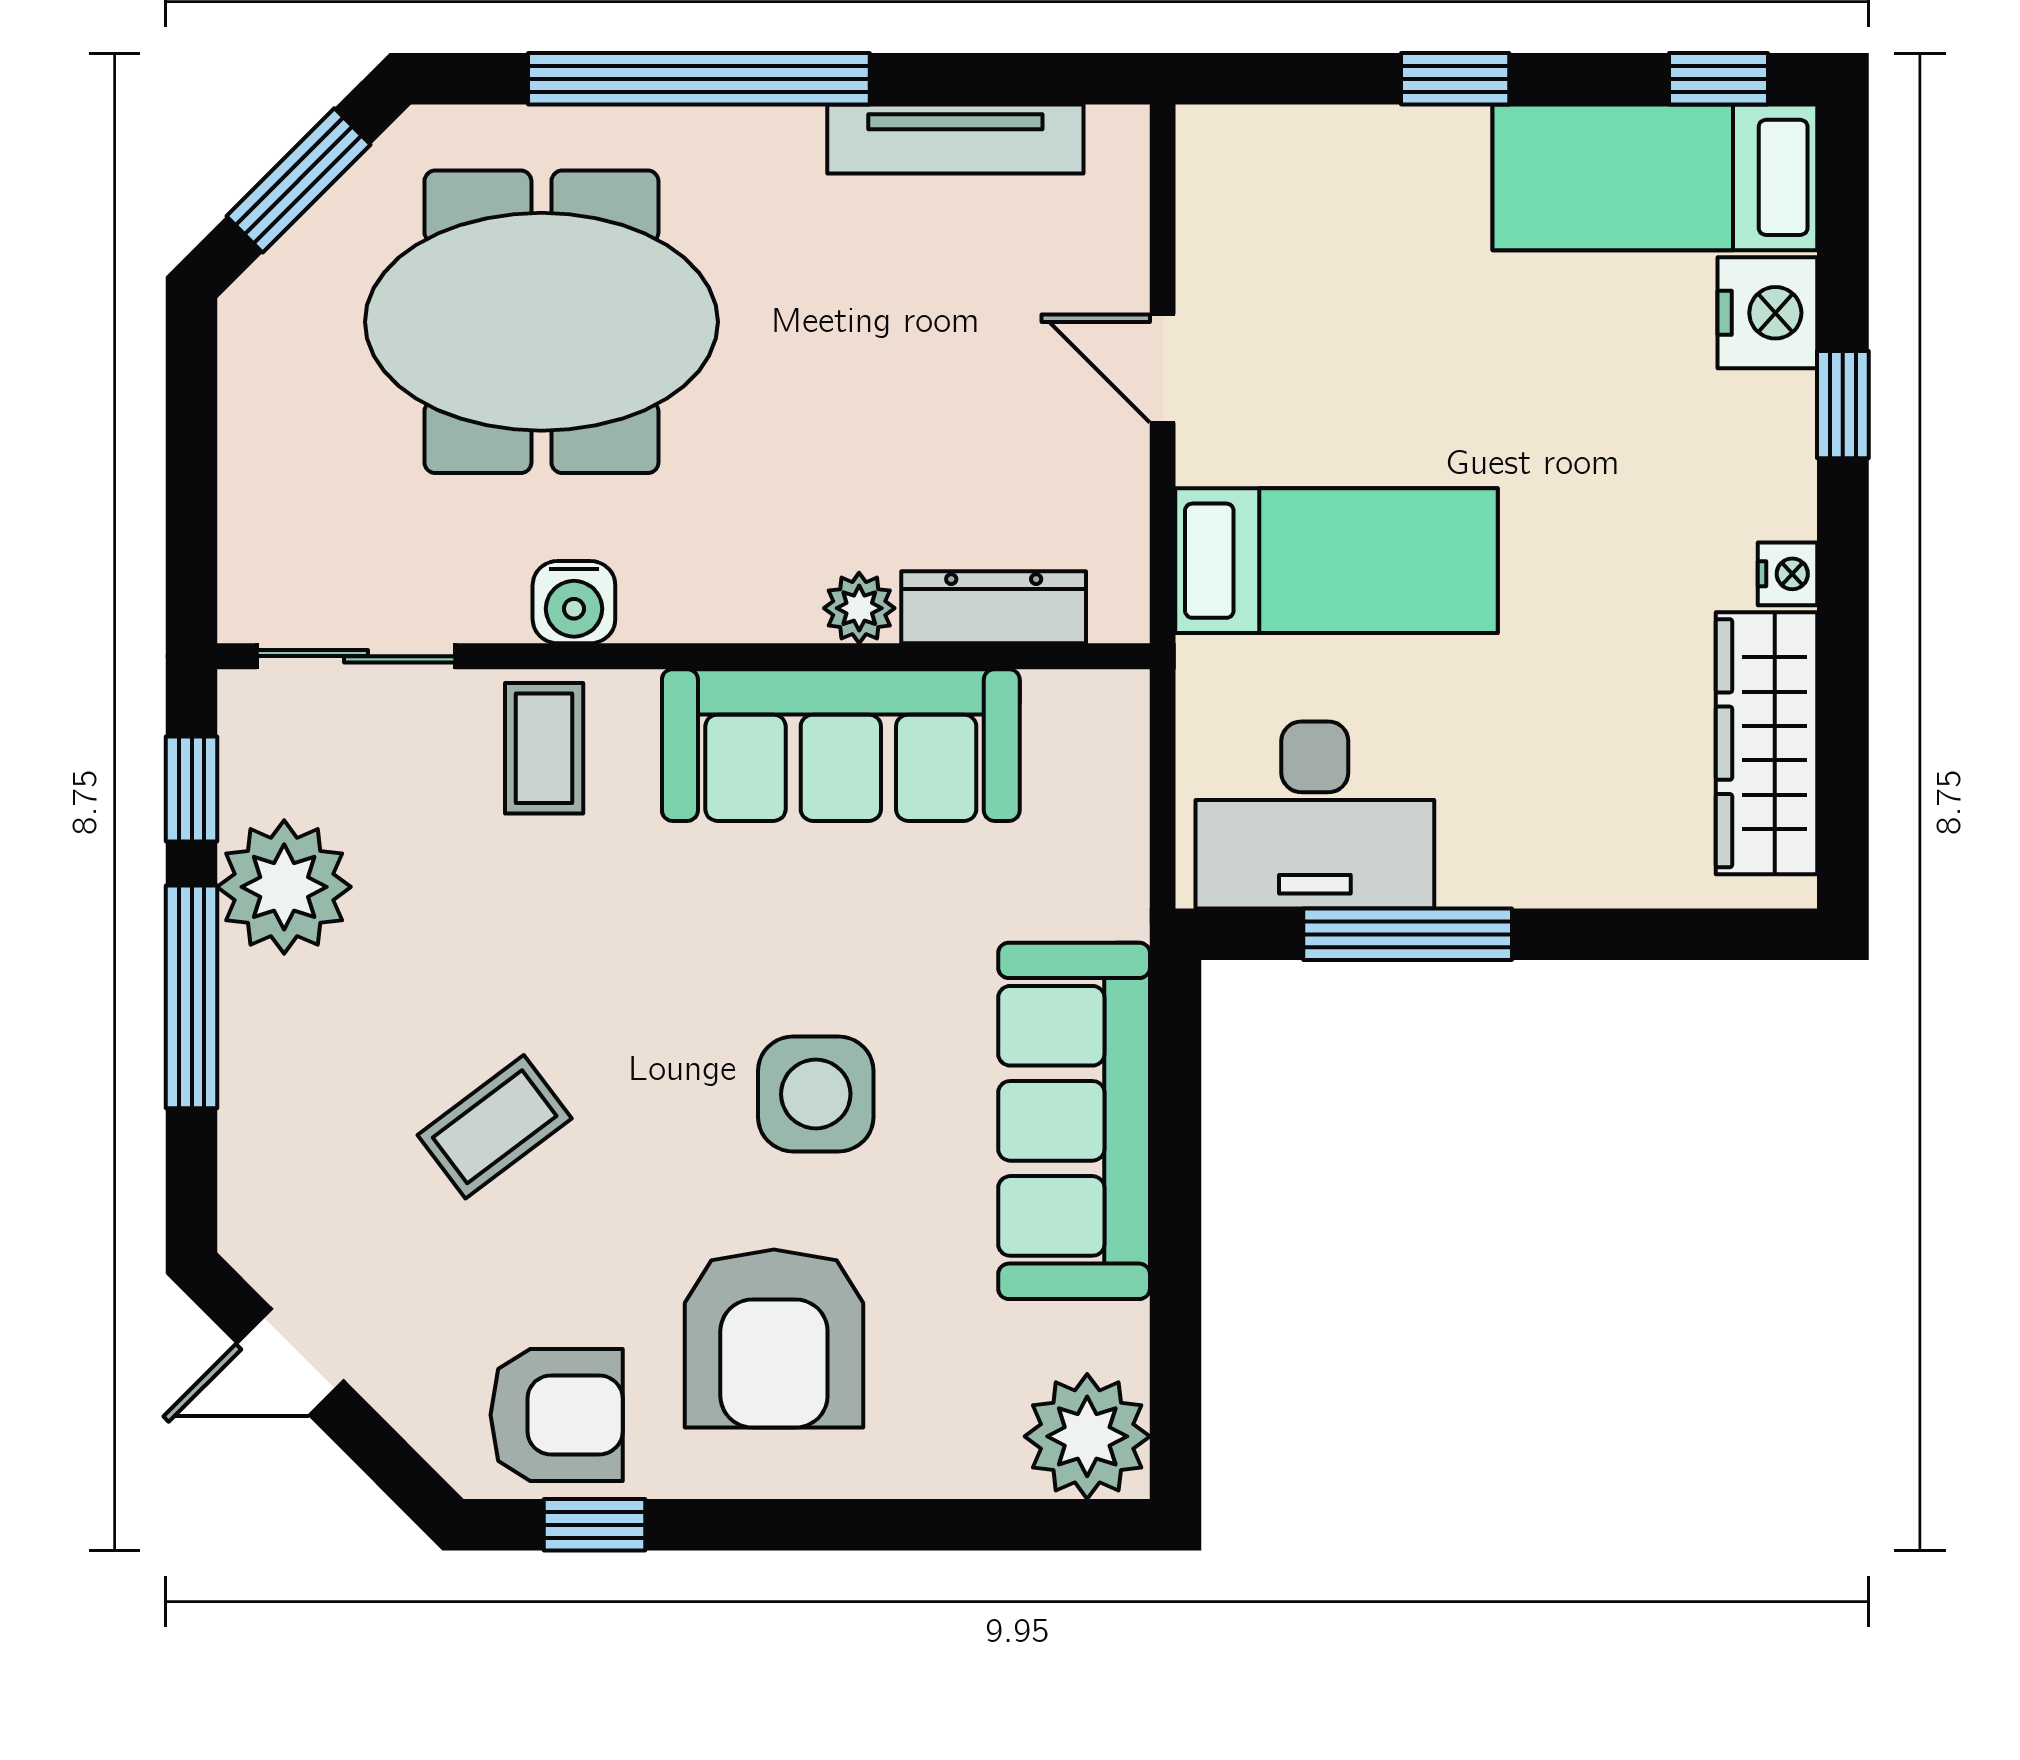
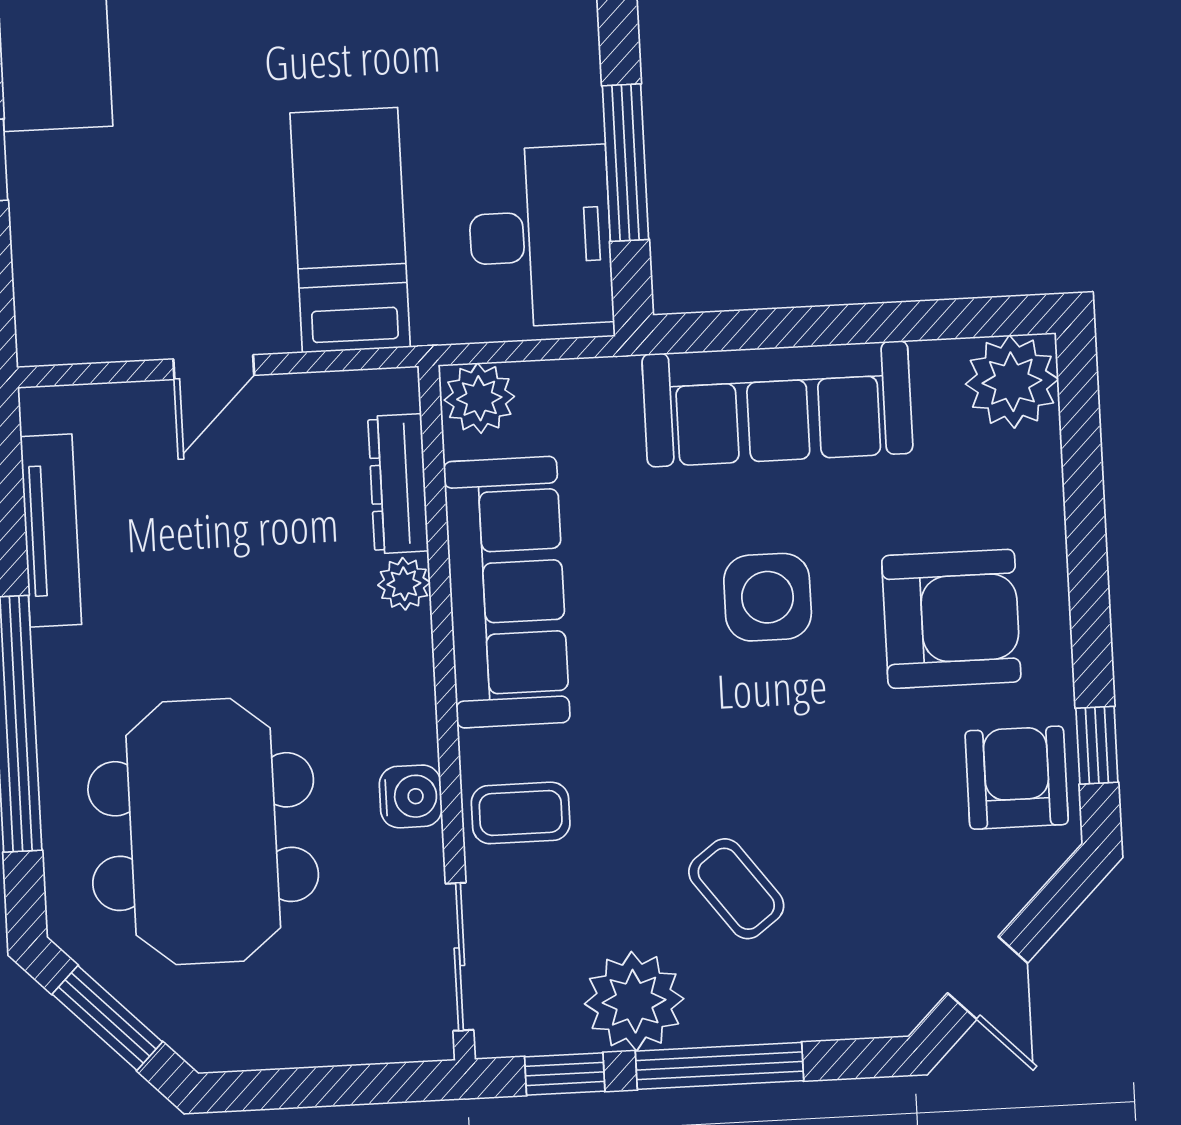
plant: (1102, 722) -> (479, 398), added
coffee table: (495, 1127) -> (736, 889), moved

